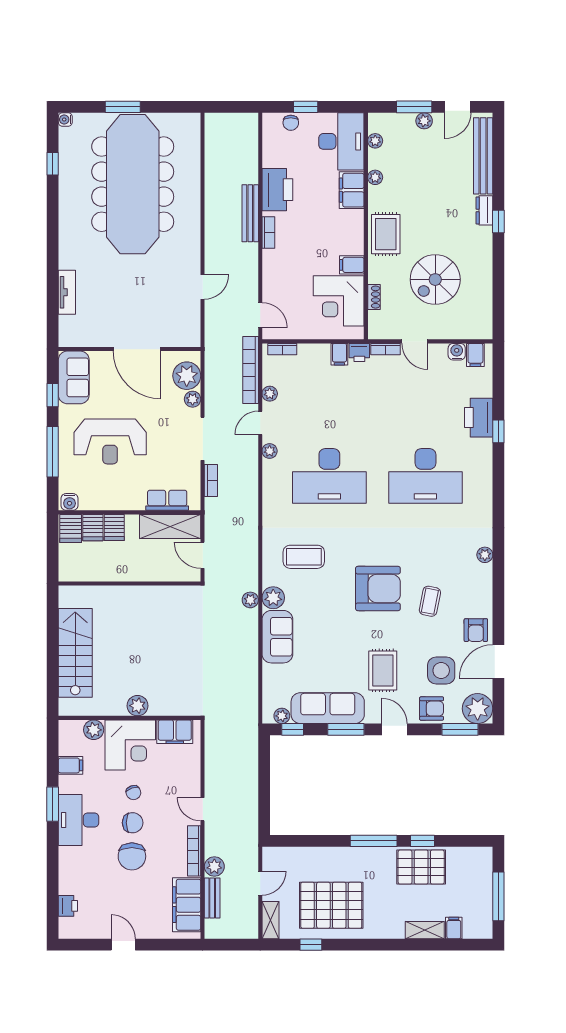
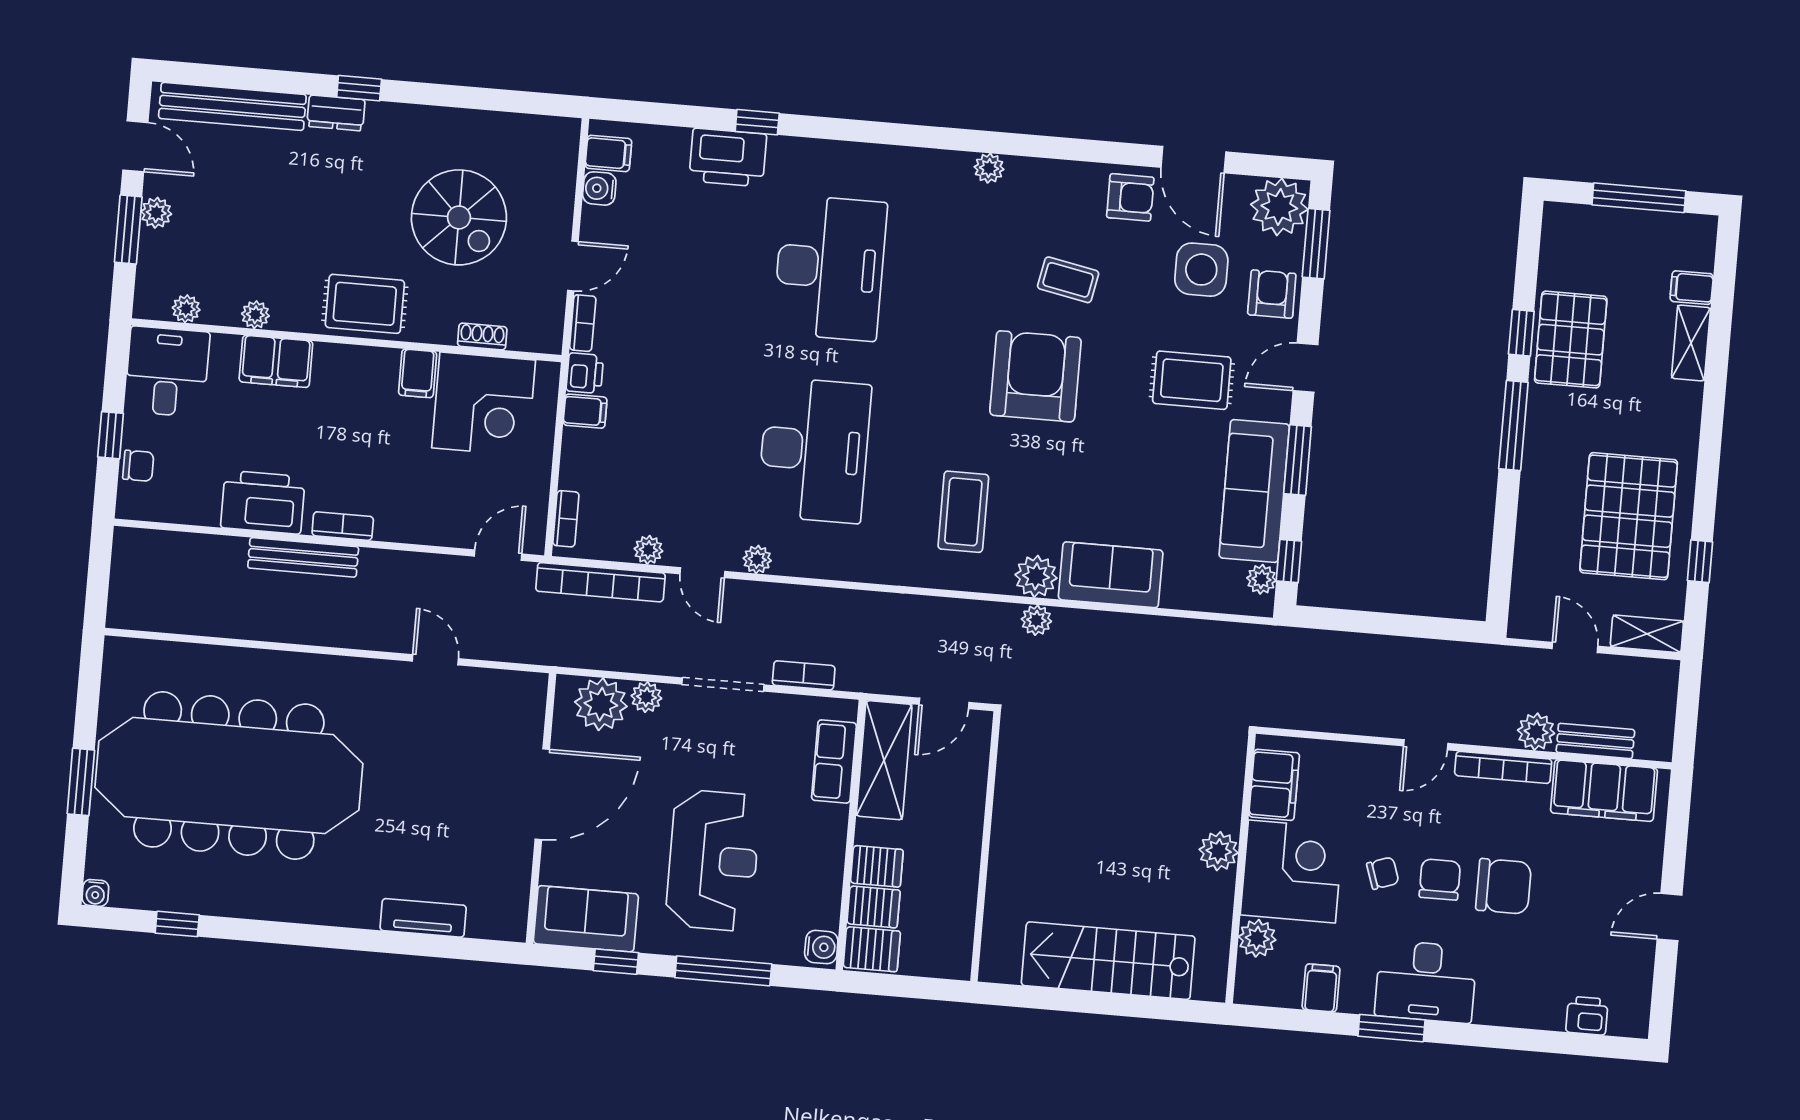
desk: (341, 141) -> (167, 372), width x0.73

